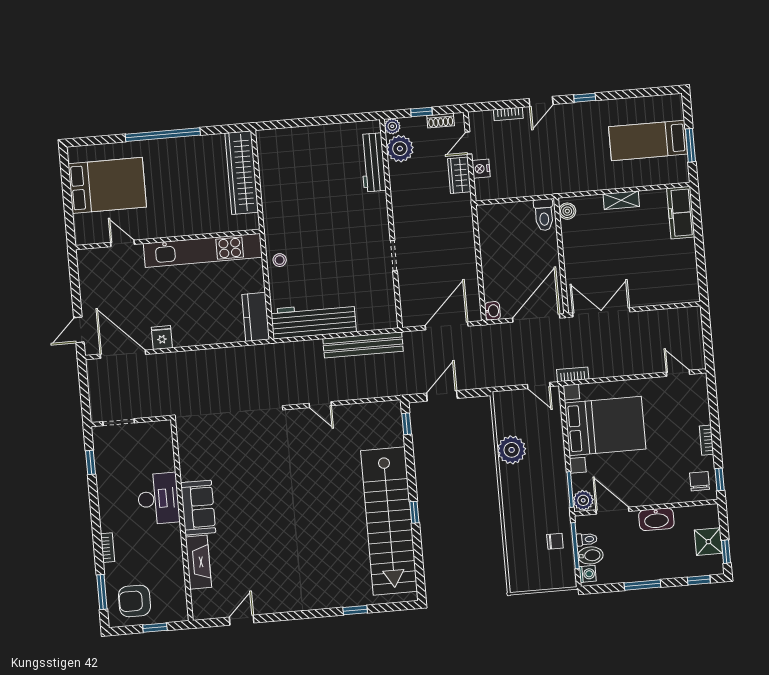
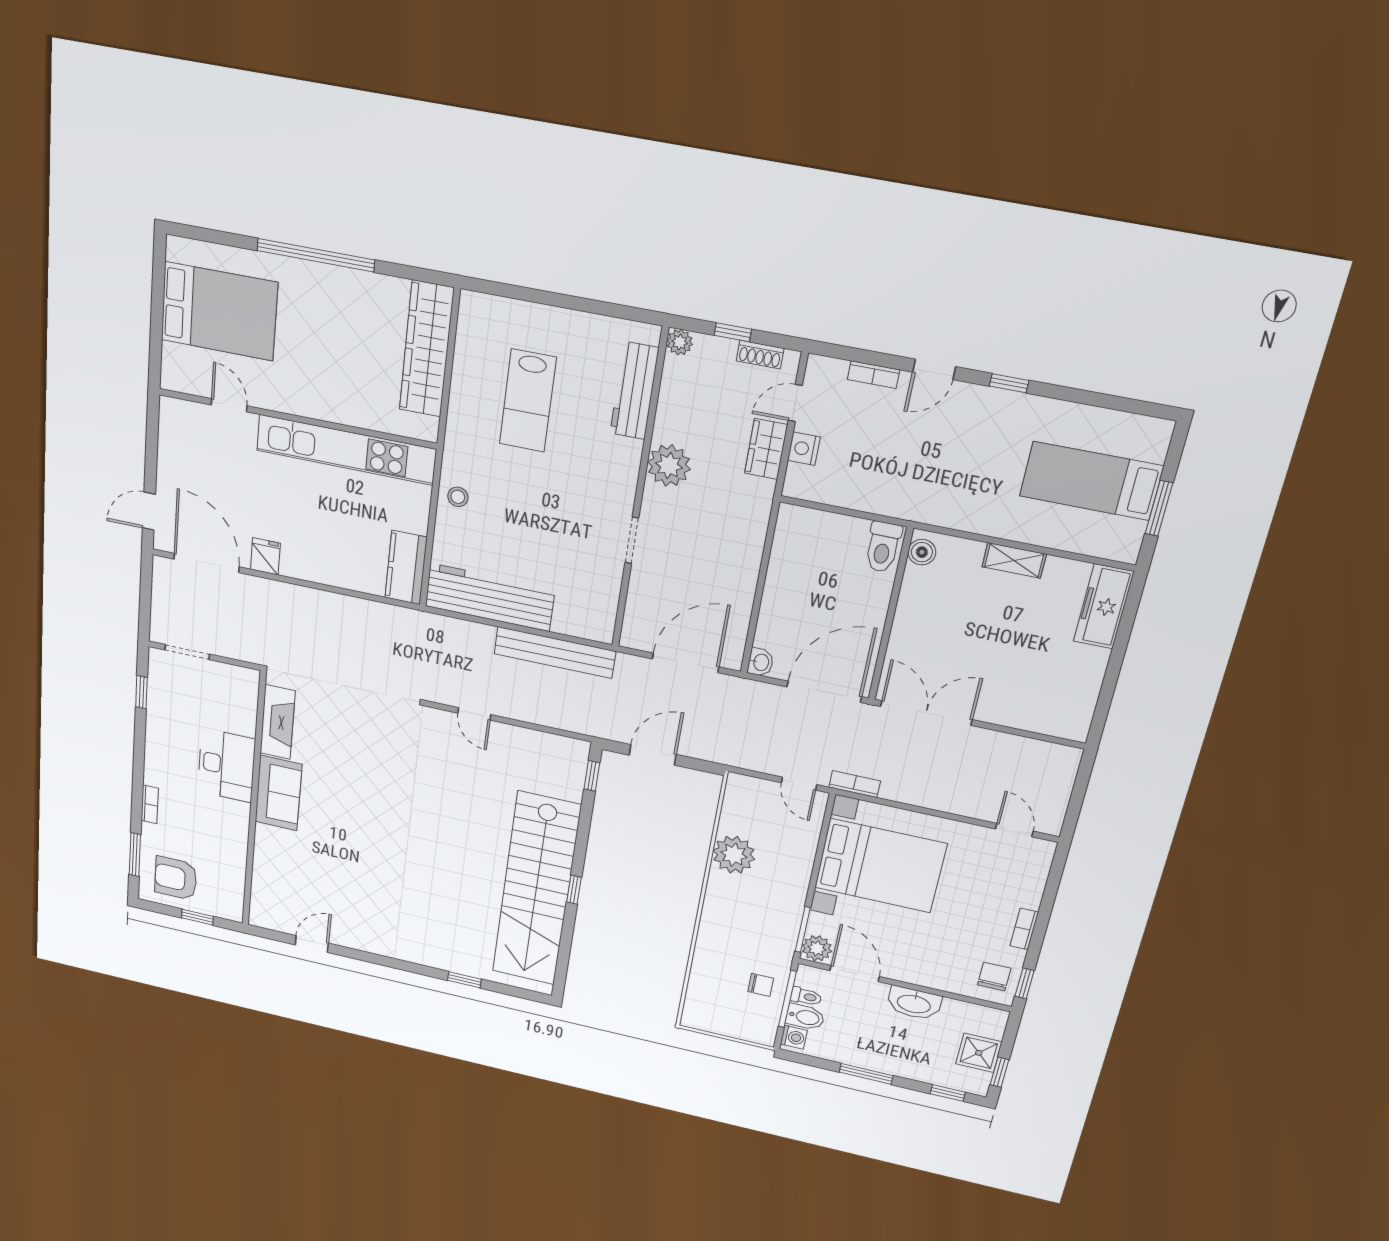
plant: (400, 149) -> (669, 465), moved
lab bench: (310, 187) -> (528, 401), added
fireplace: (198, 562) -> (278, 722), moved

